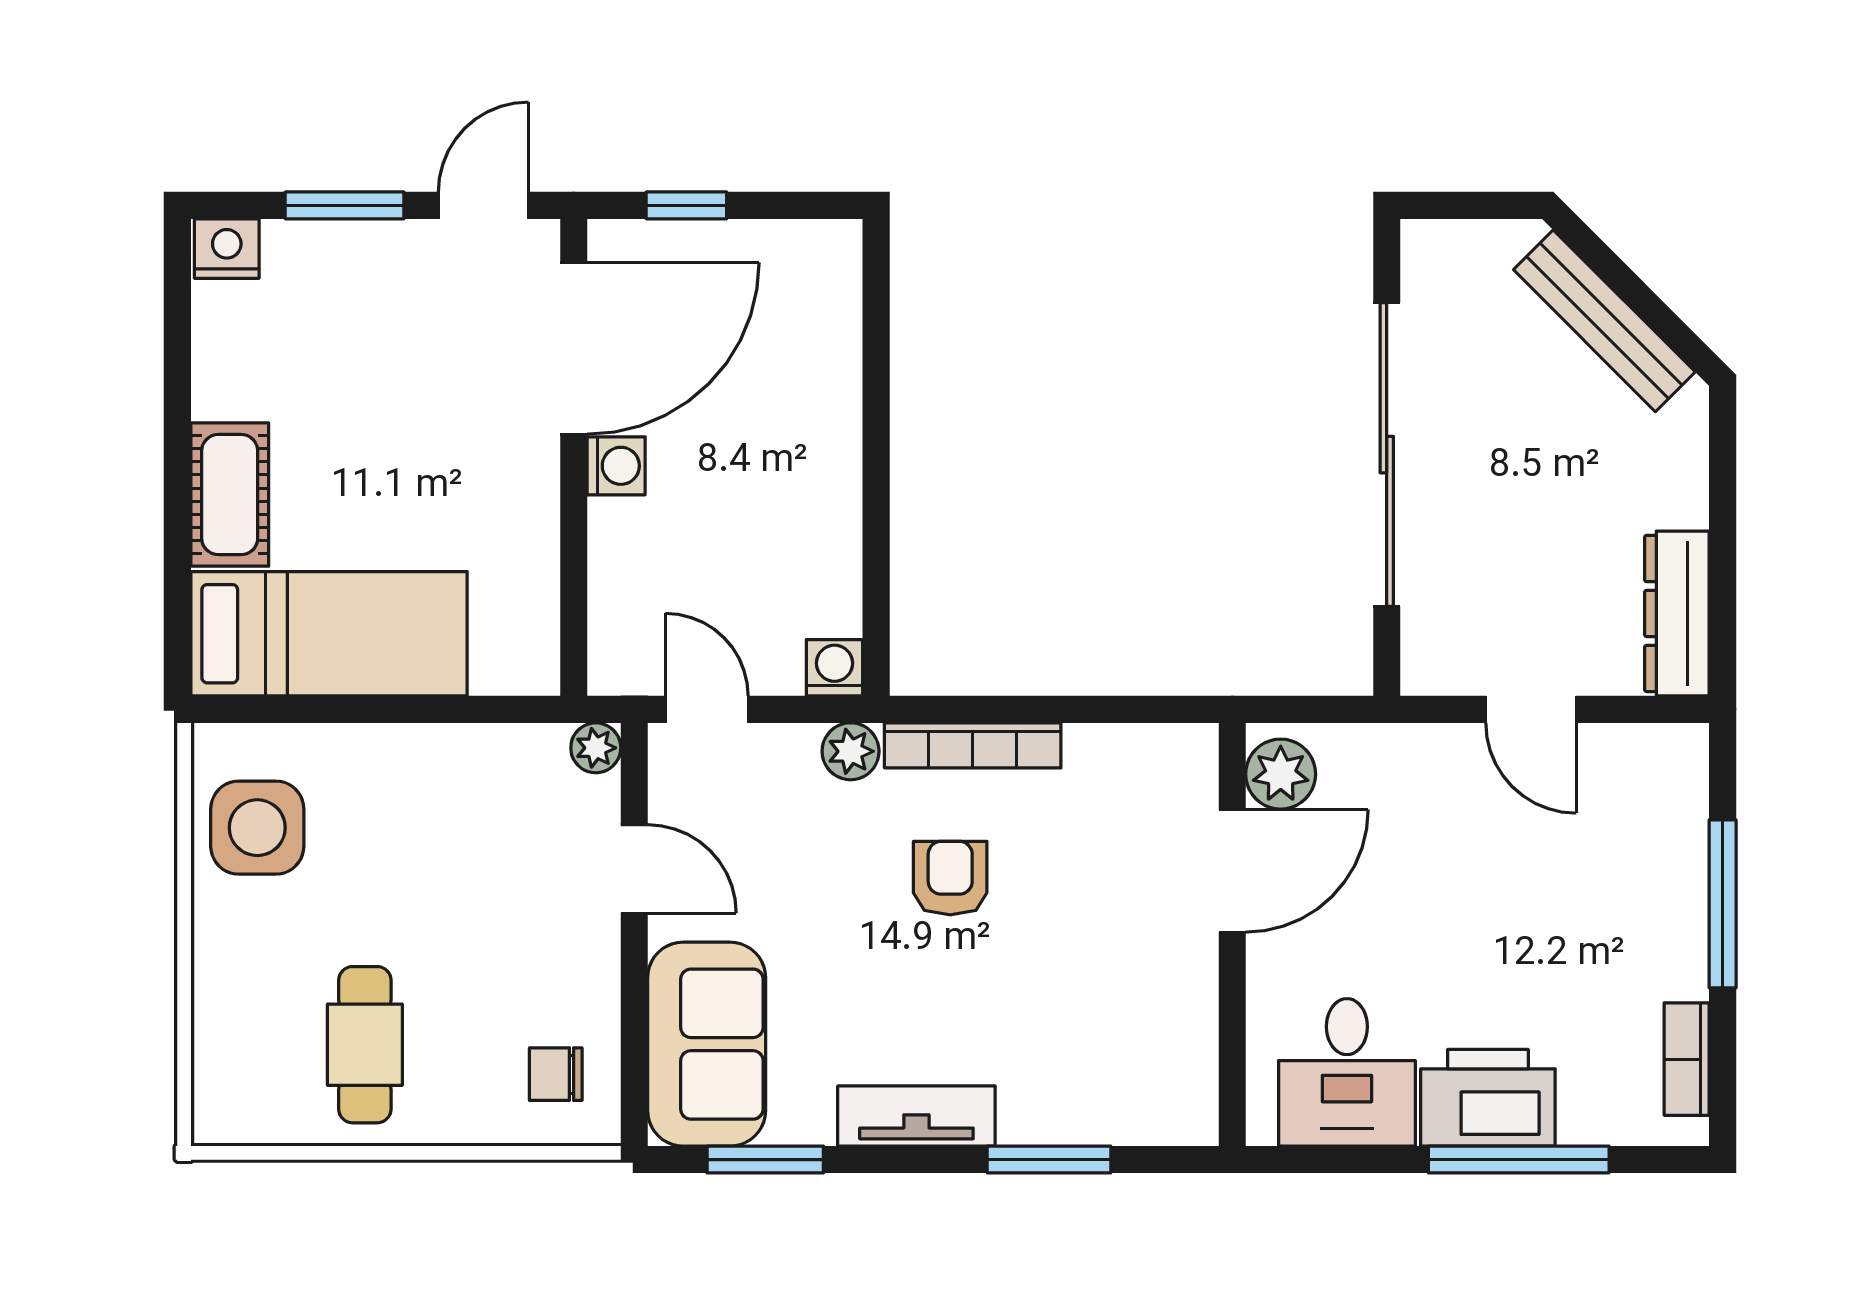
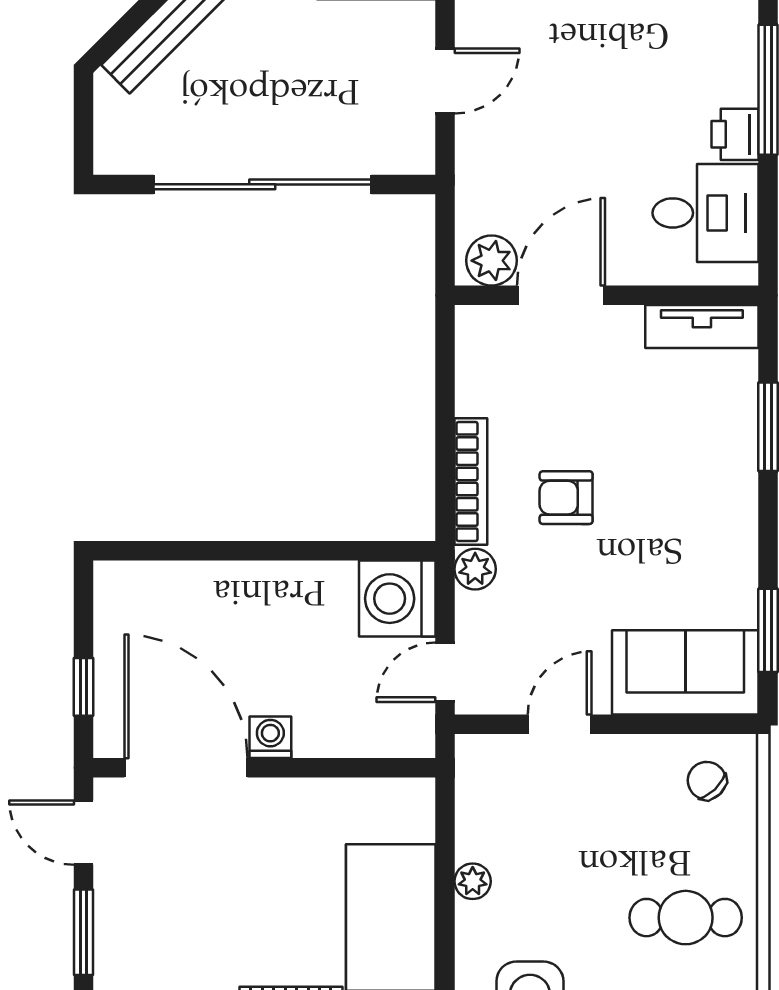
washing machine: (834, 668) -> (397, 599), width x1.89, depth x1.89
plant: (596, 748) -> (473, 881), moved
door: (1232, 871) -> (561, 295), hinge flipped
chair: (556, 1074) -> (707, 781), turned 136
printer: (1488, 1098) -> (735, 134), width x0.53, depth x0.68
tv unit: (916, 1116) -> (702, 327), moved, turned -90

